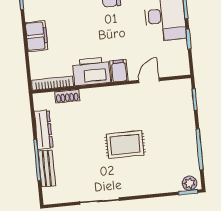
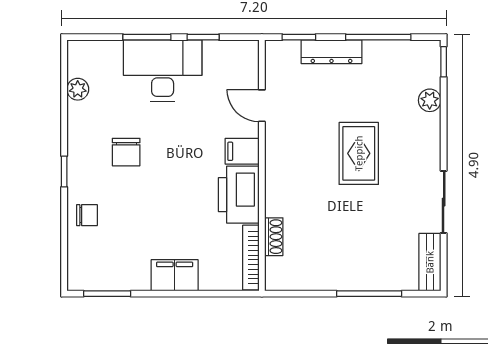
dresser: (44, 130) -> (331, 52), moved, turned 180
bench: (47, 168) -> (430, 262), moved, turned 90
plant: (190, 183) -> (430, 100), moved

